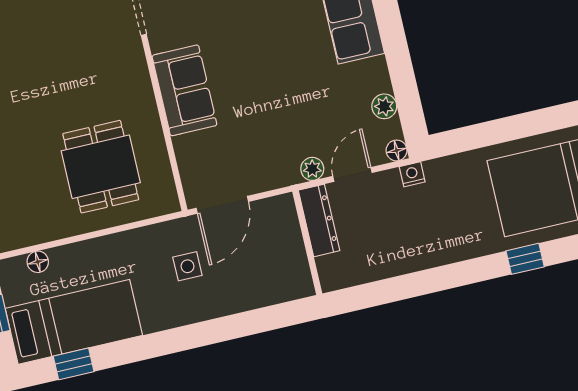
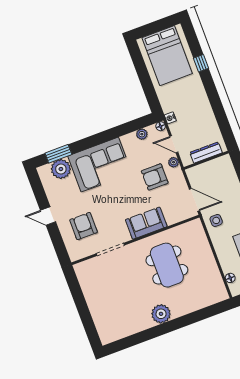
armchair: (285, 123) -> (155, 177), added
dining table: (101, 167) -> (167, 265), moved, width x1.38
dresser: (319, 220) -> (206, 153), moved
side table: (187, 266) -> (216, 220), moved

